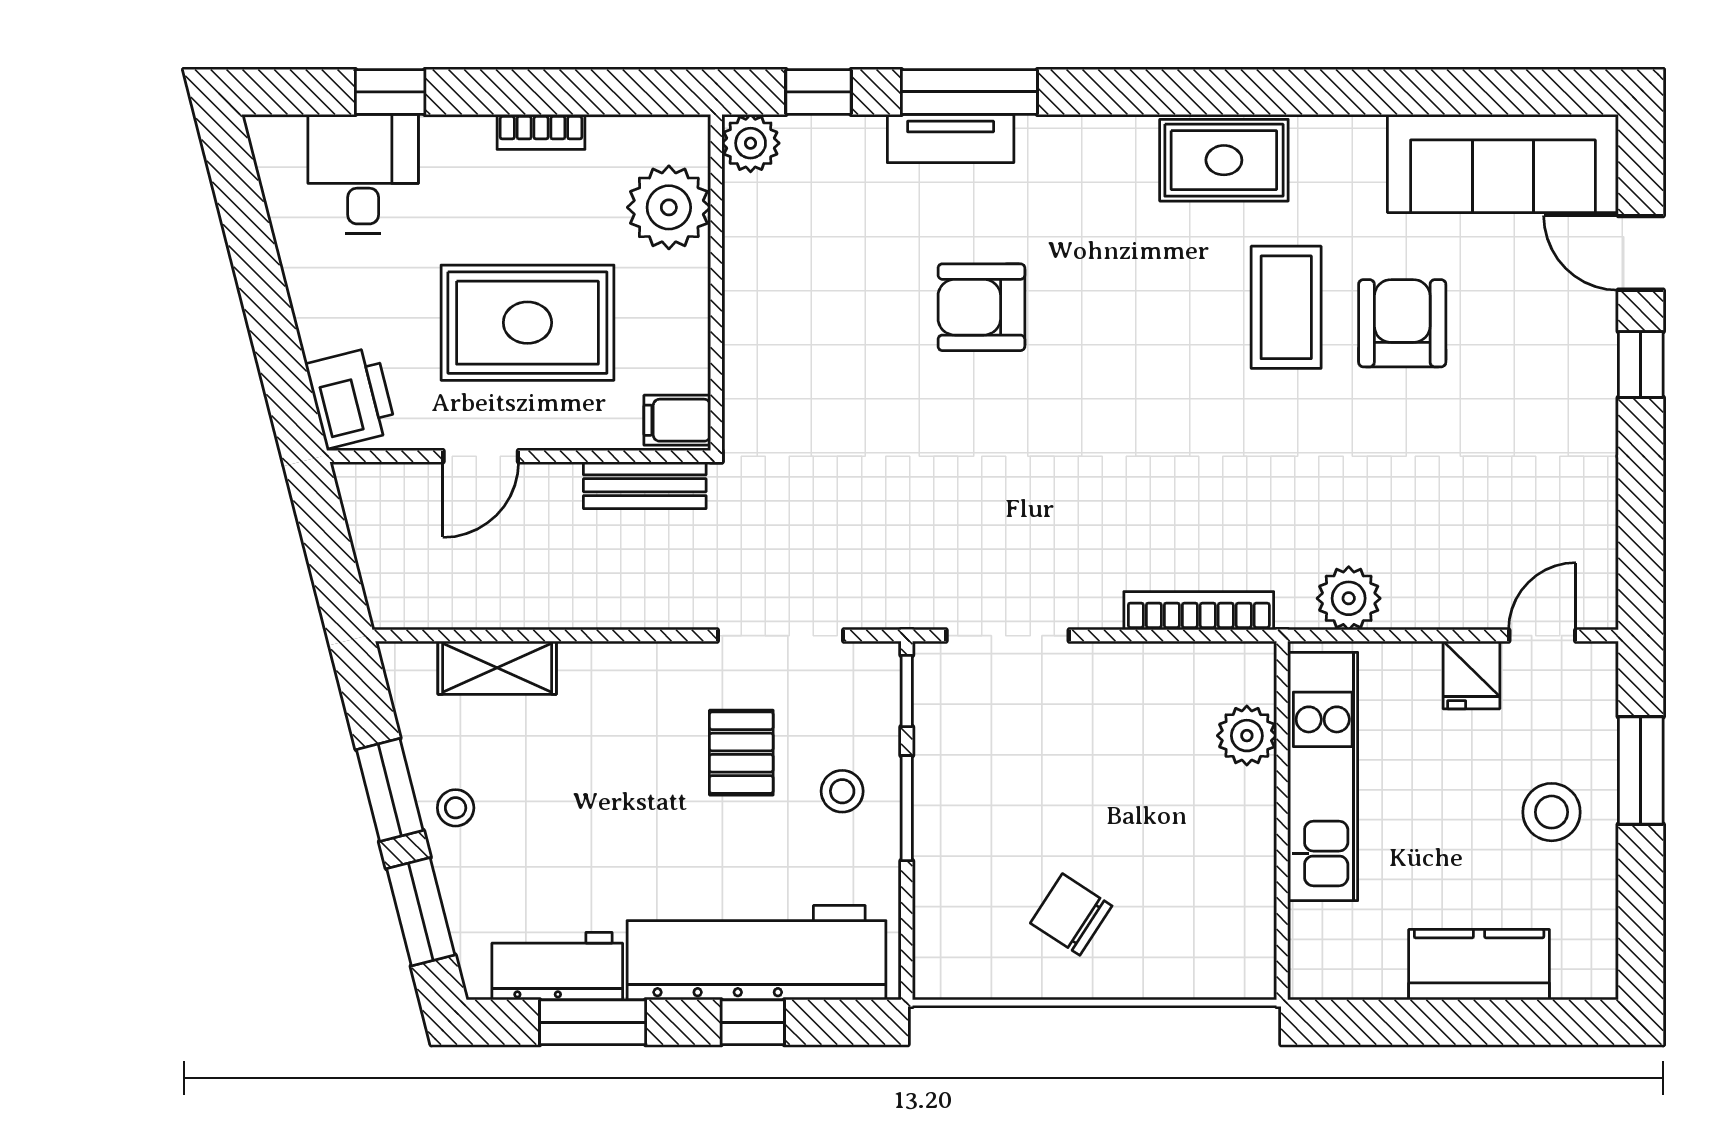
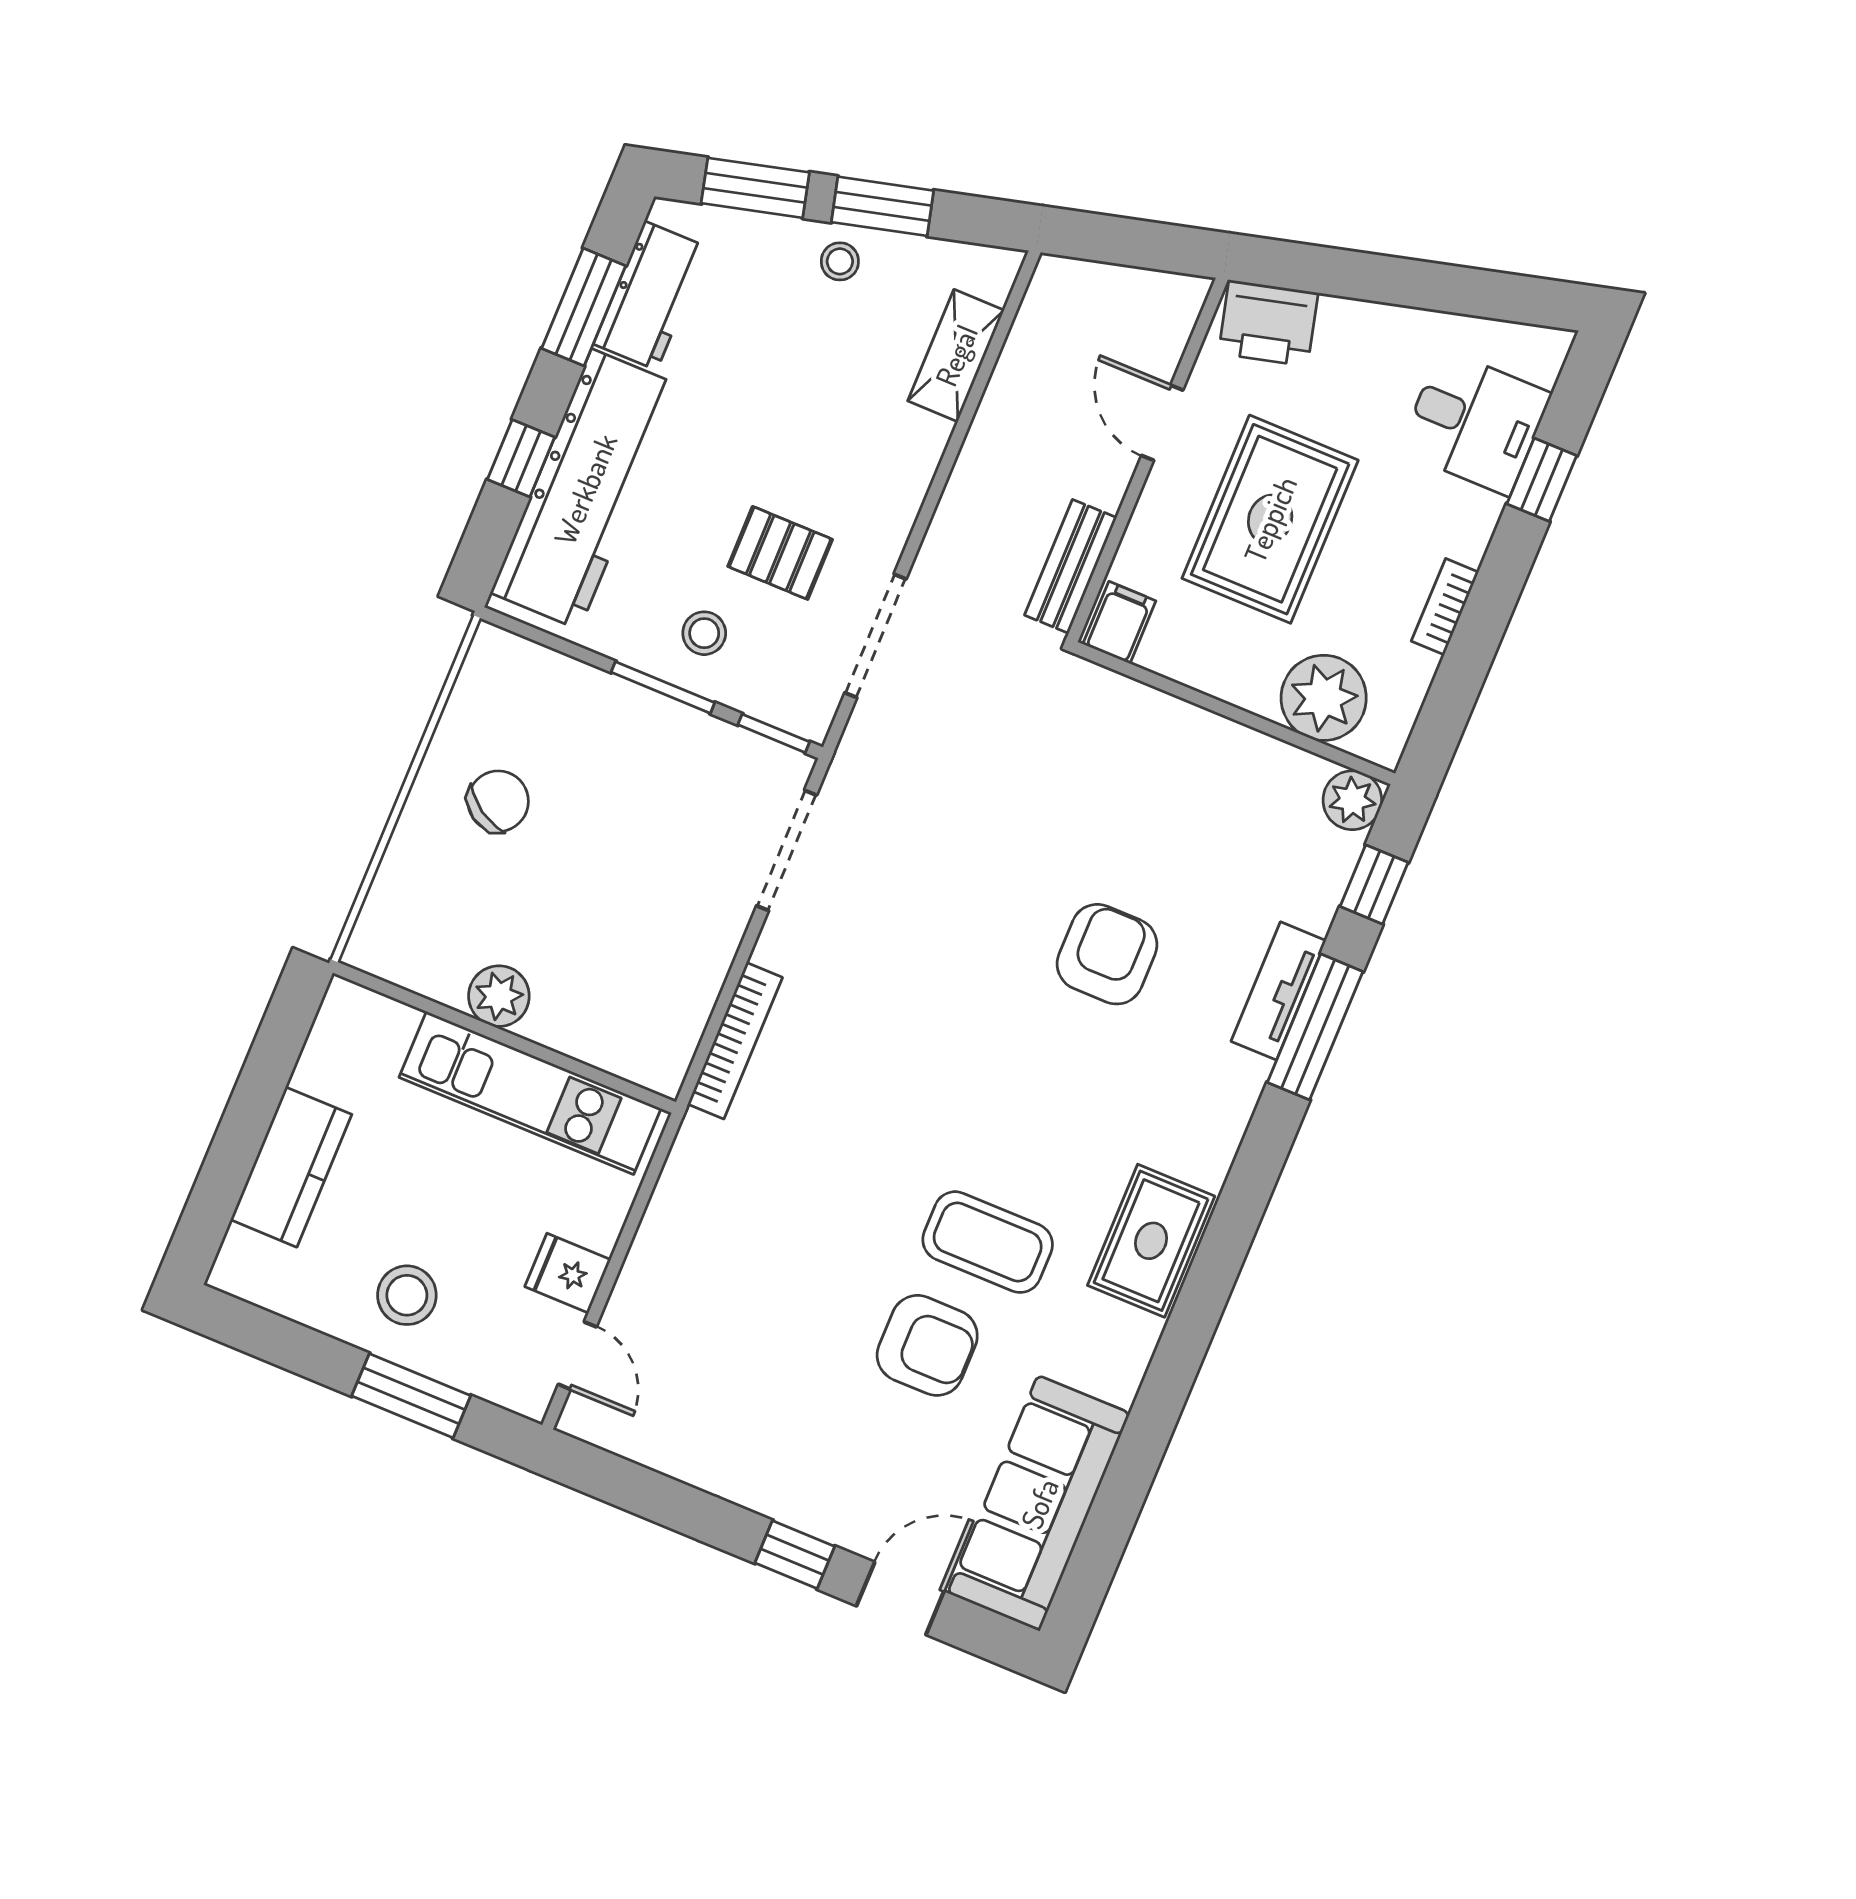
plant: (1349, 598) -> (688, 1187), removed
plant: (1247, 736) -> (499, 996), moved

